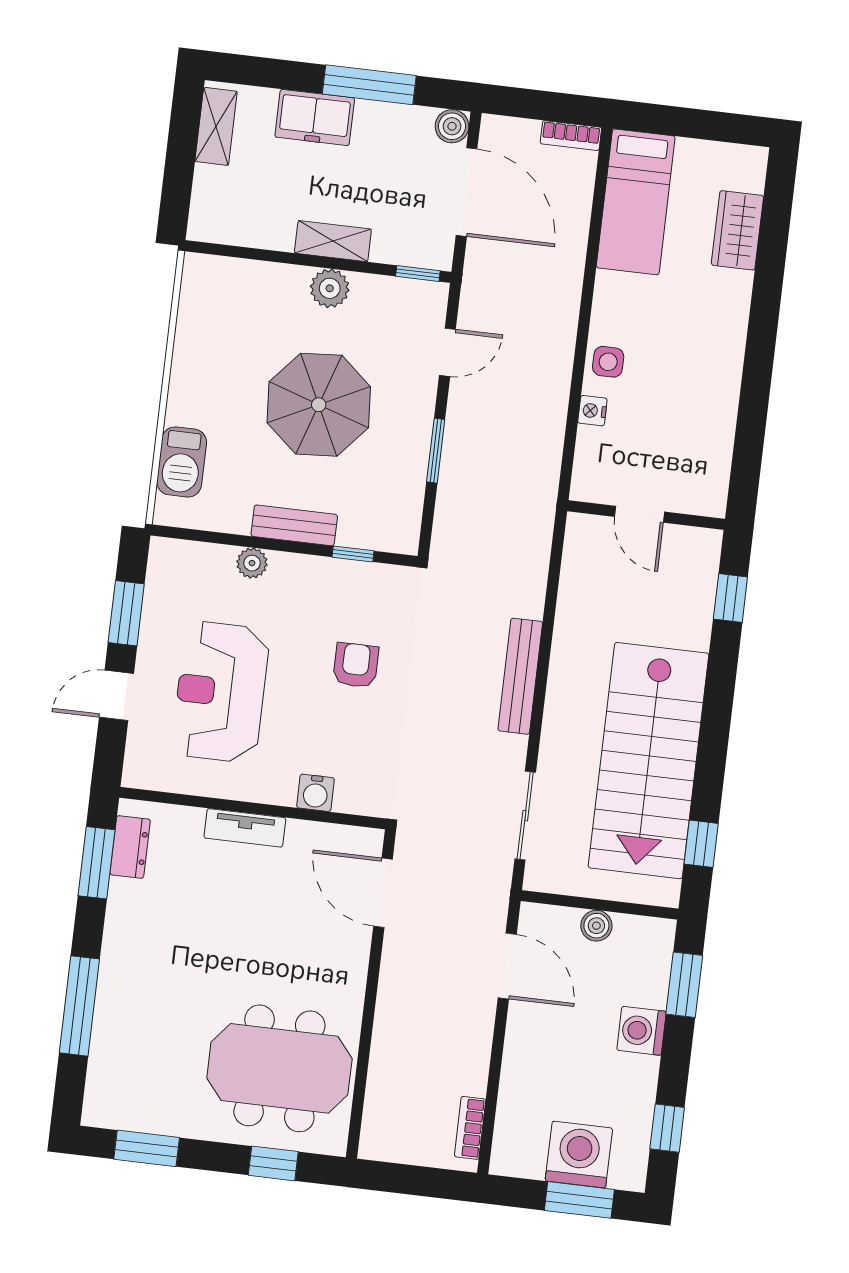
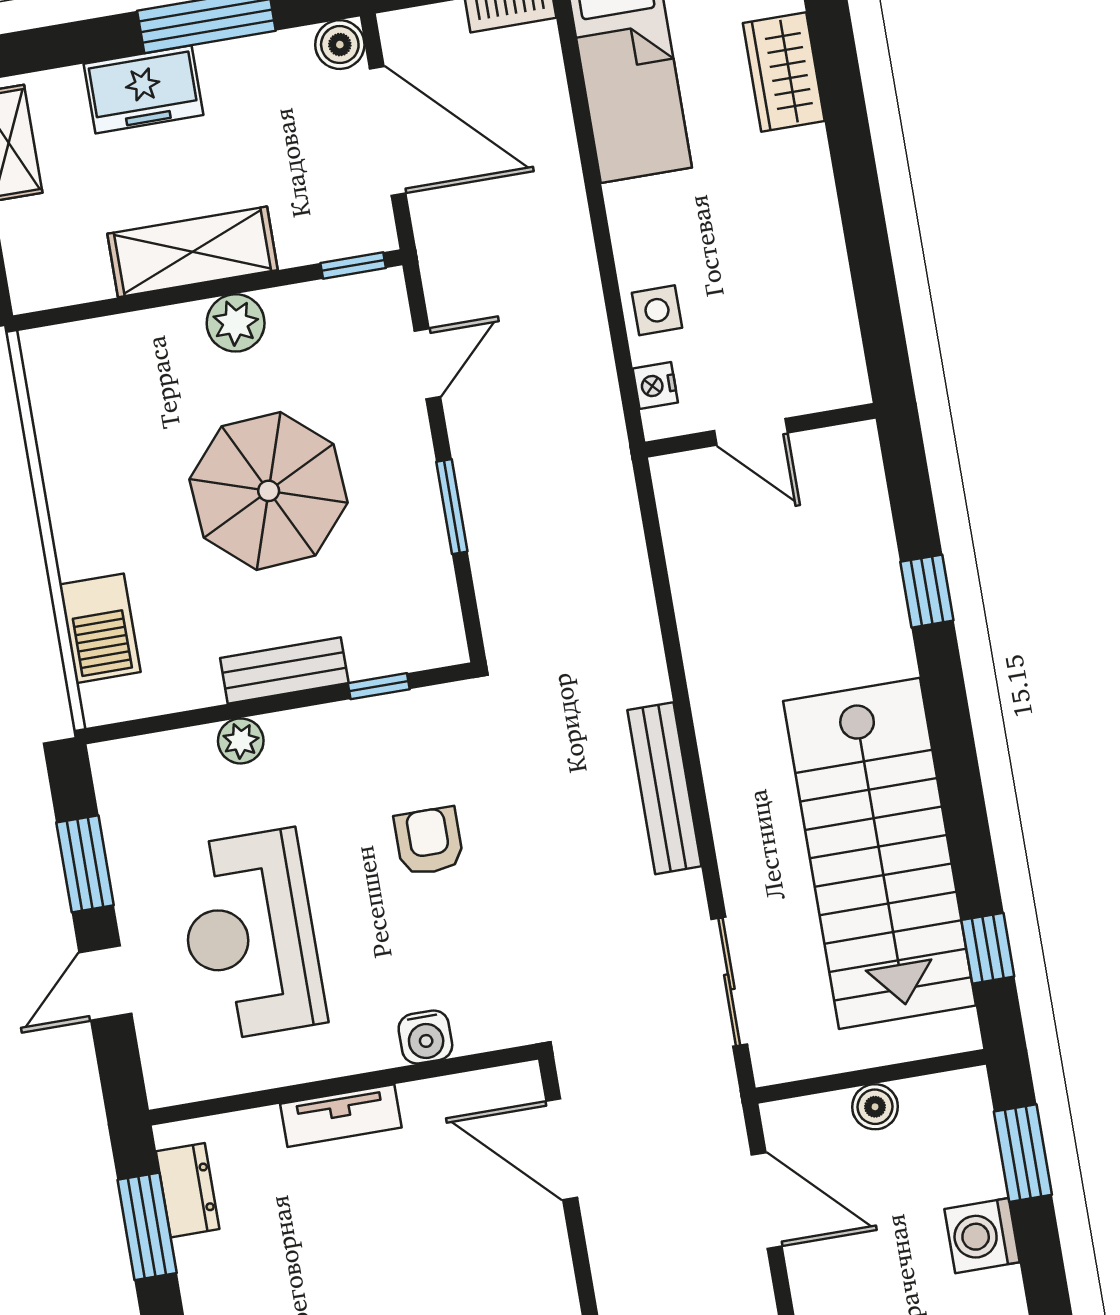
shelving: (333, 241) -> (193, 252), width x1.50, depth x1.33
door: (640, 514) -> (751, 432), moved
wall: (646, 515) -> (760, 430), moved

